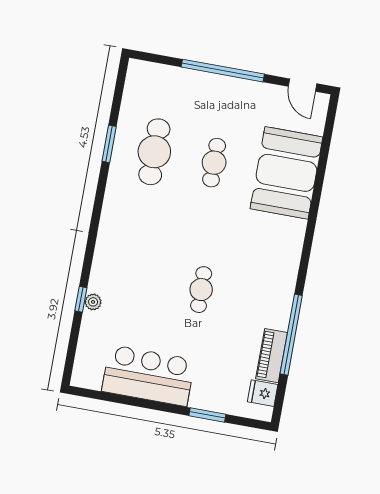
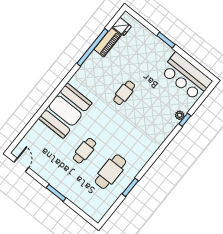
window: (223, 71) -> (56, 193), width x0.47
booth: (286, 173) -> (65, 111), moved
bar counter: (148, 376) -> (186, 76), moved
window: (207, 415) -> (166, 40), moved

